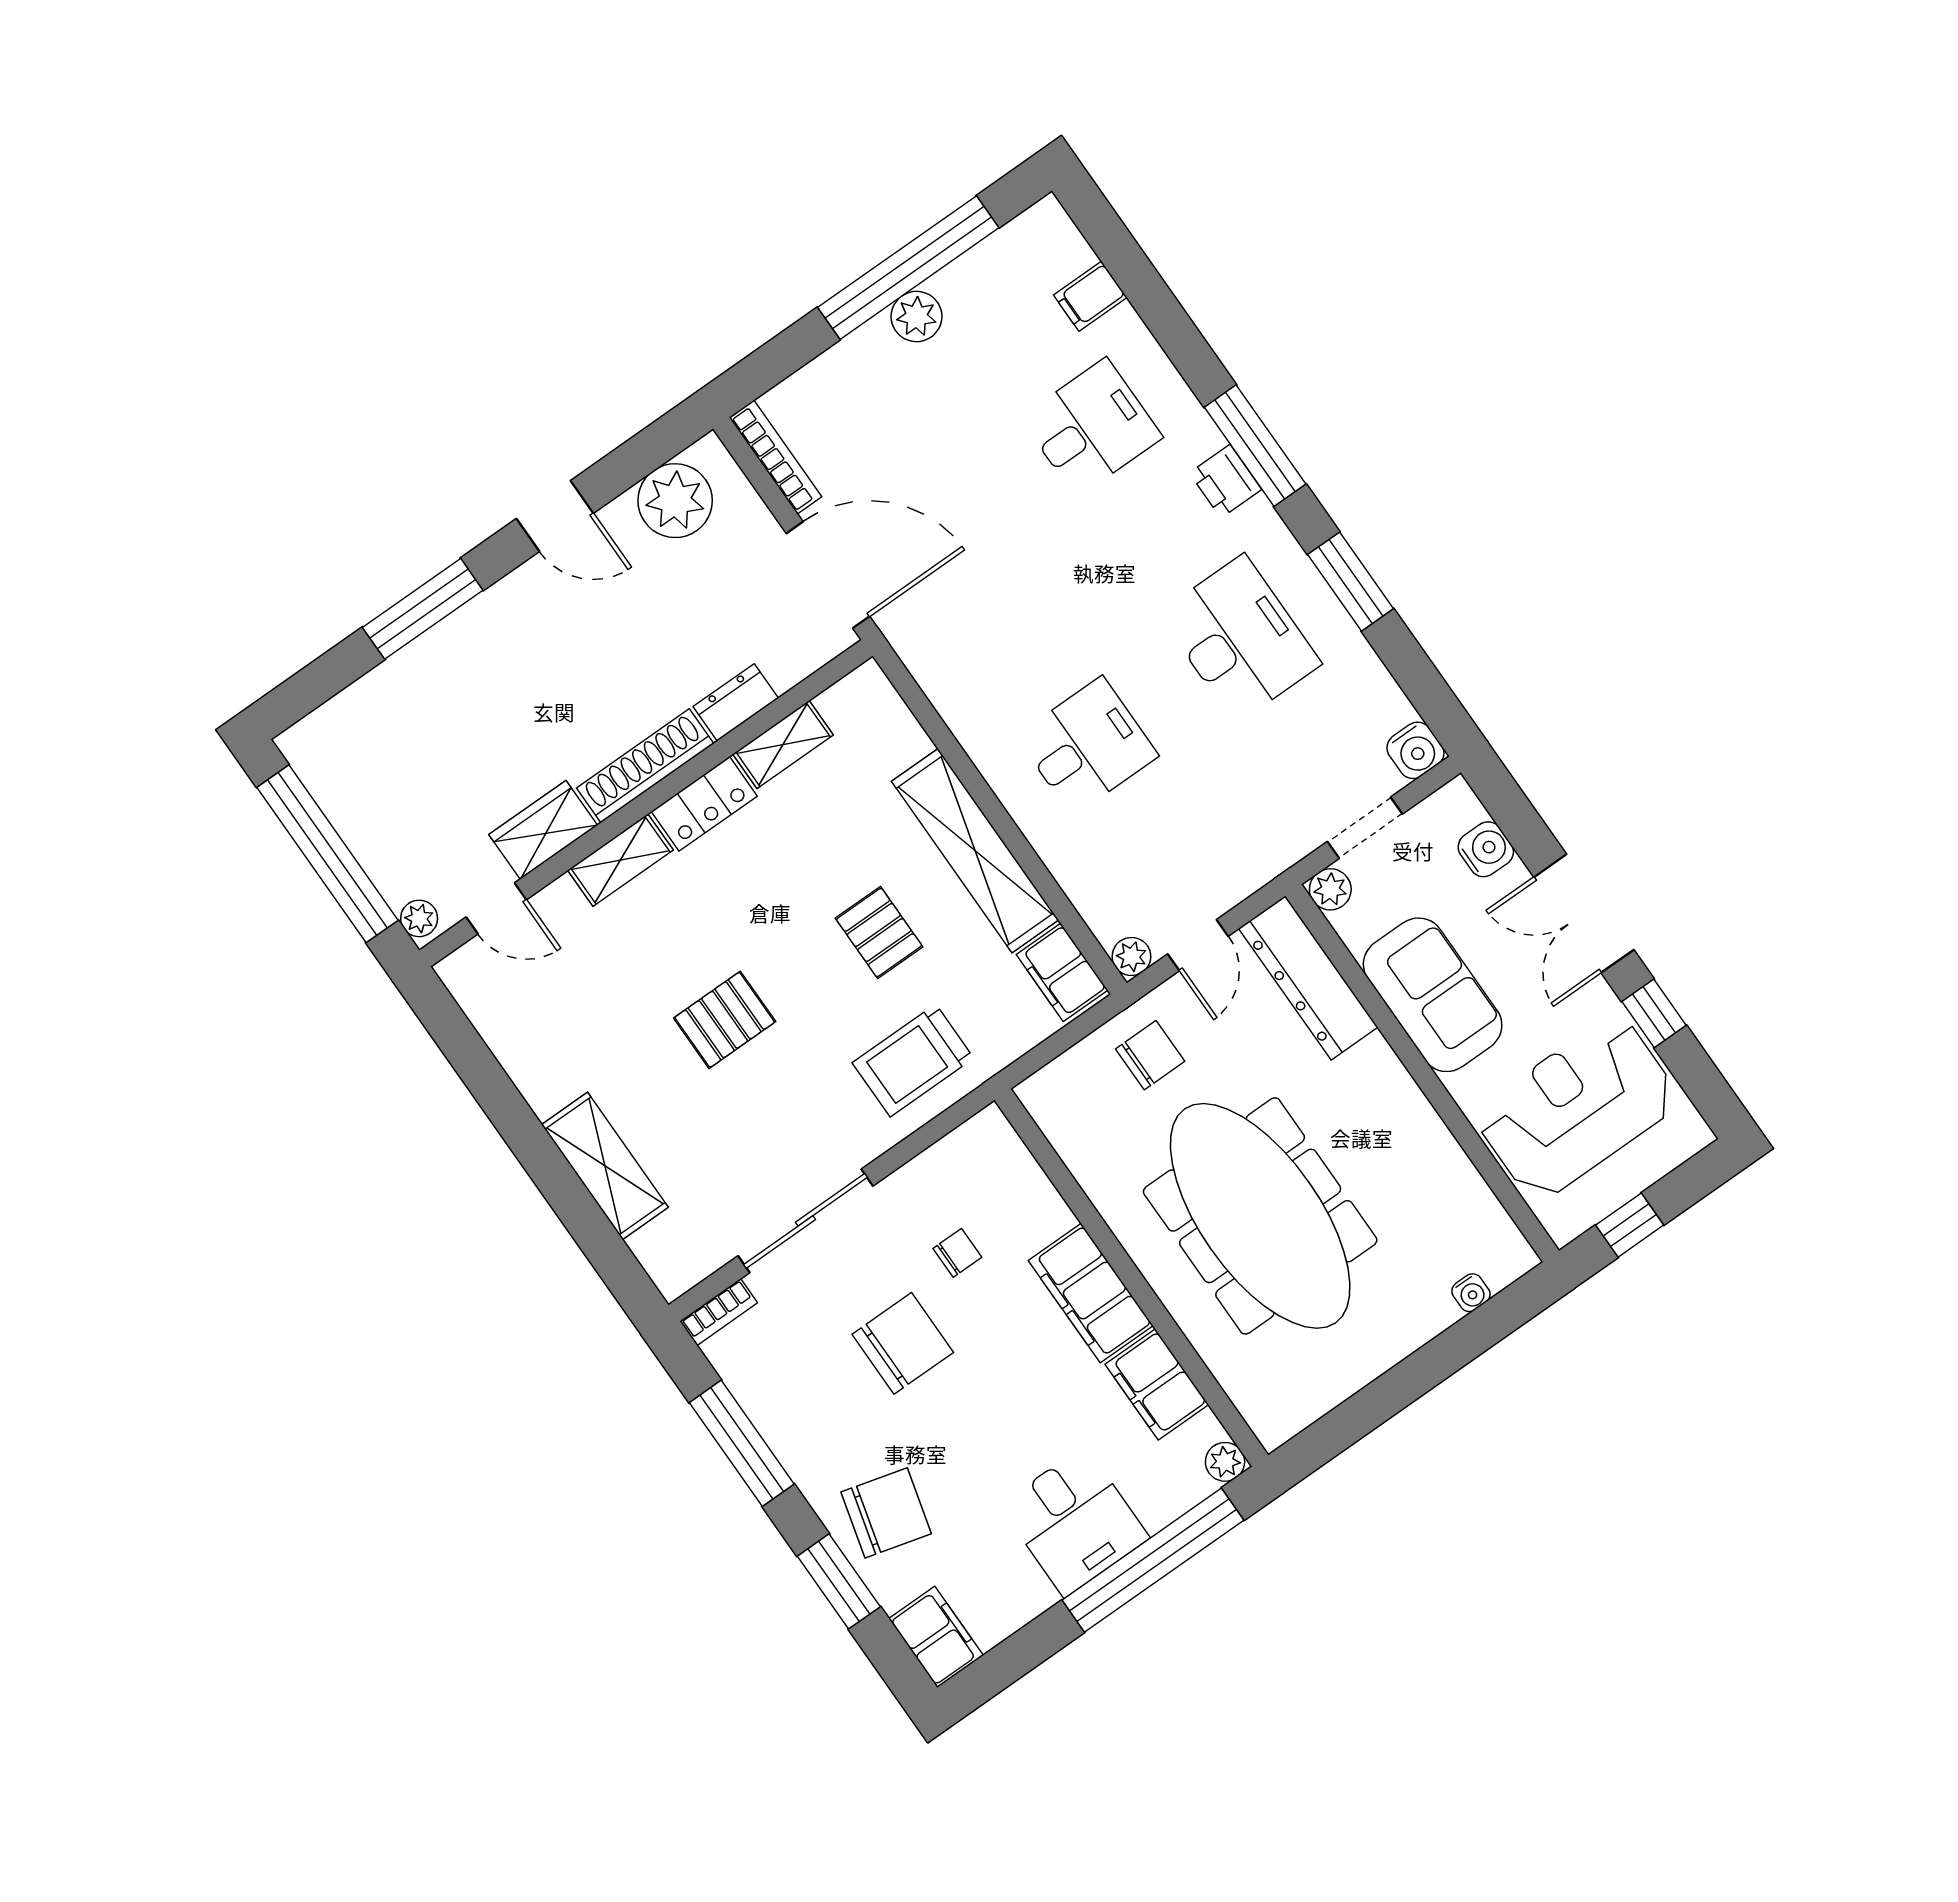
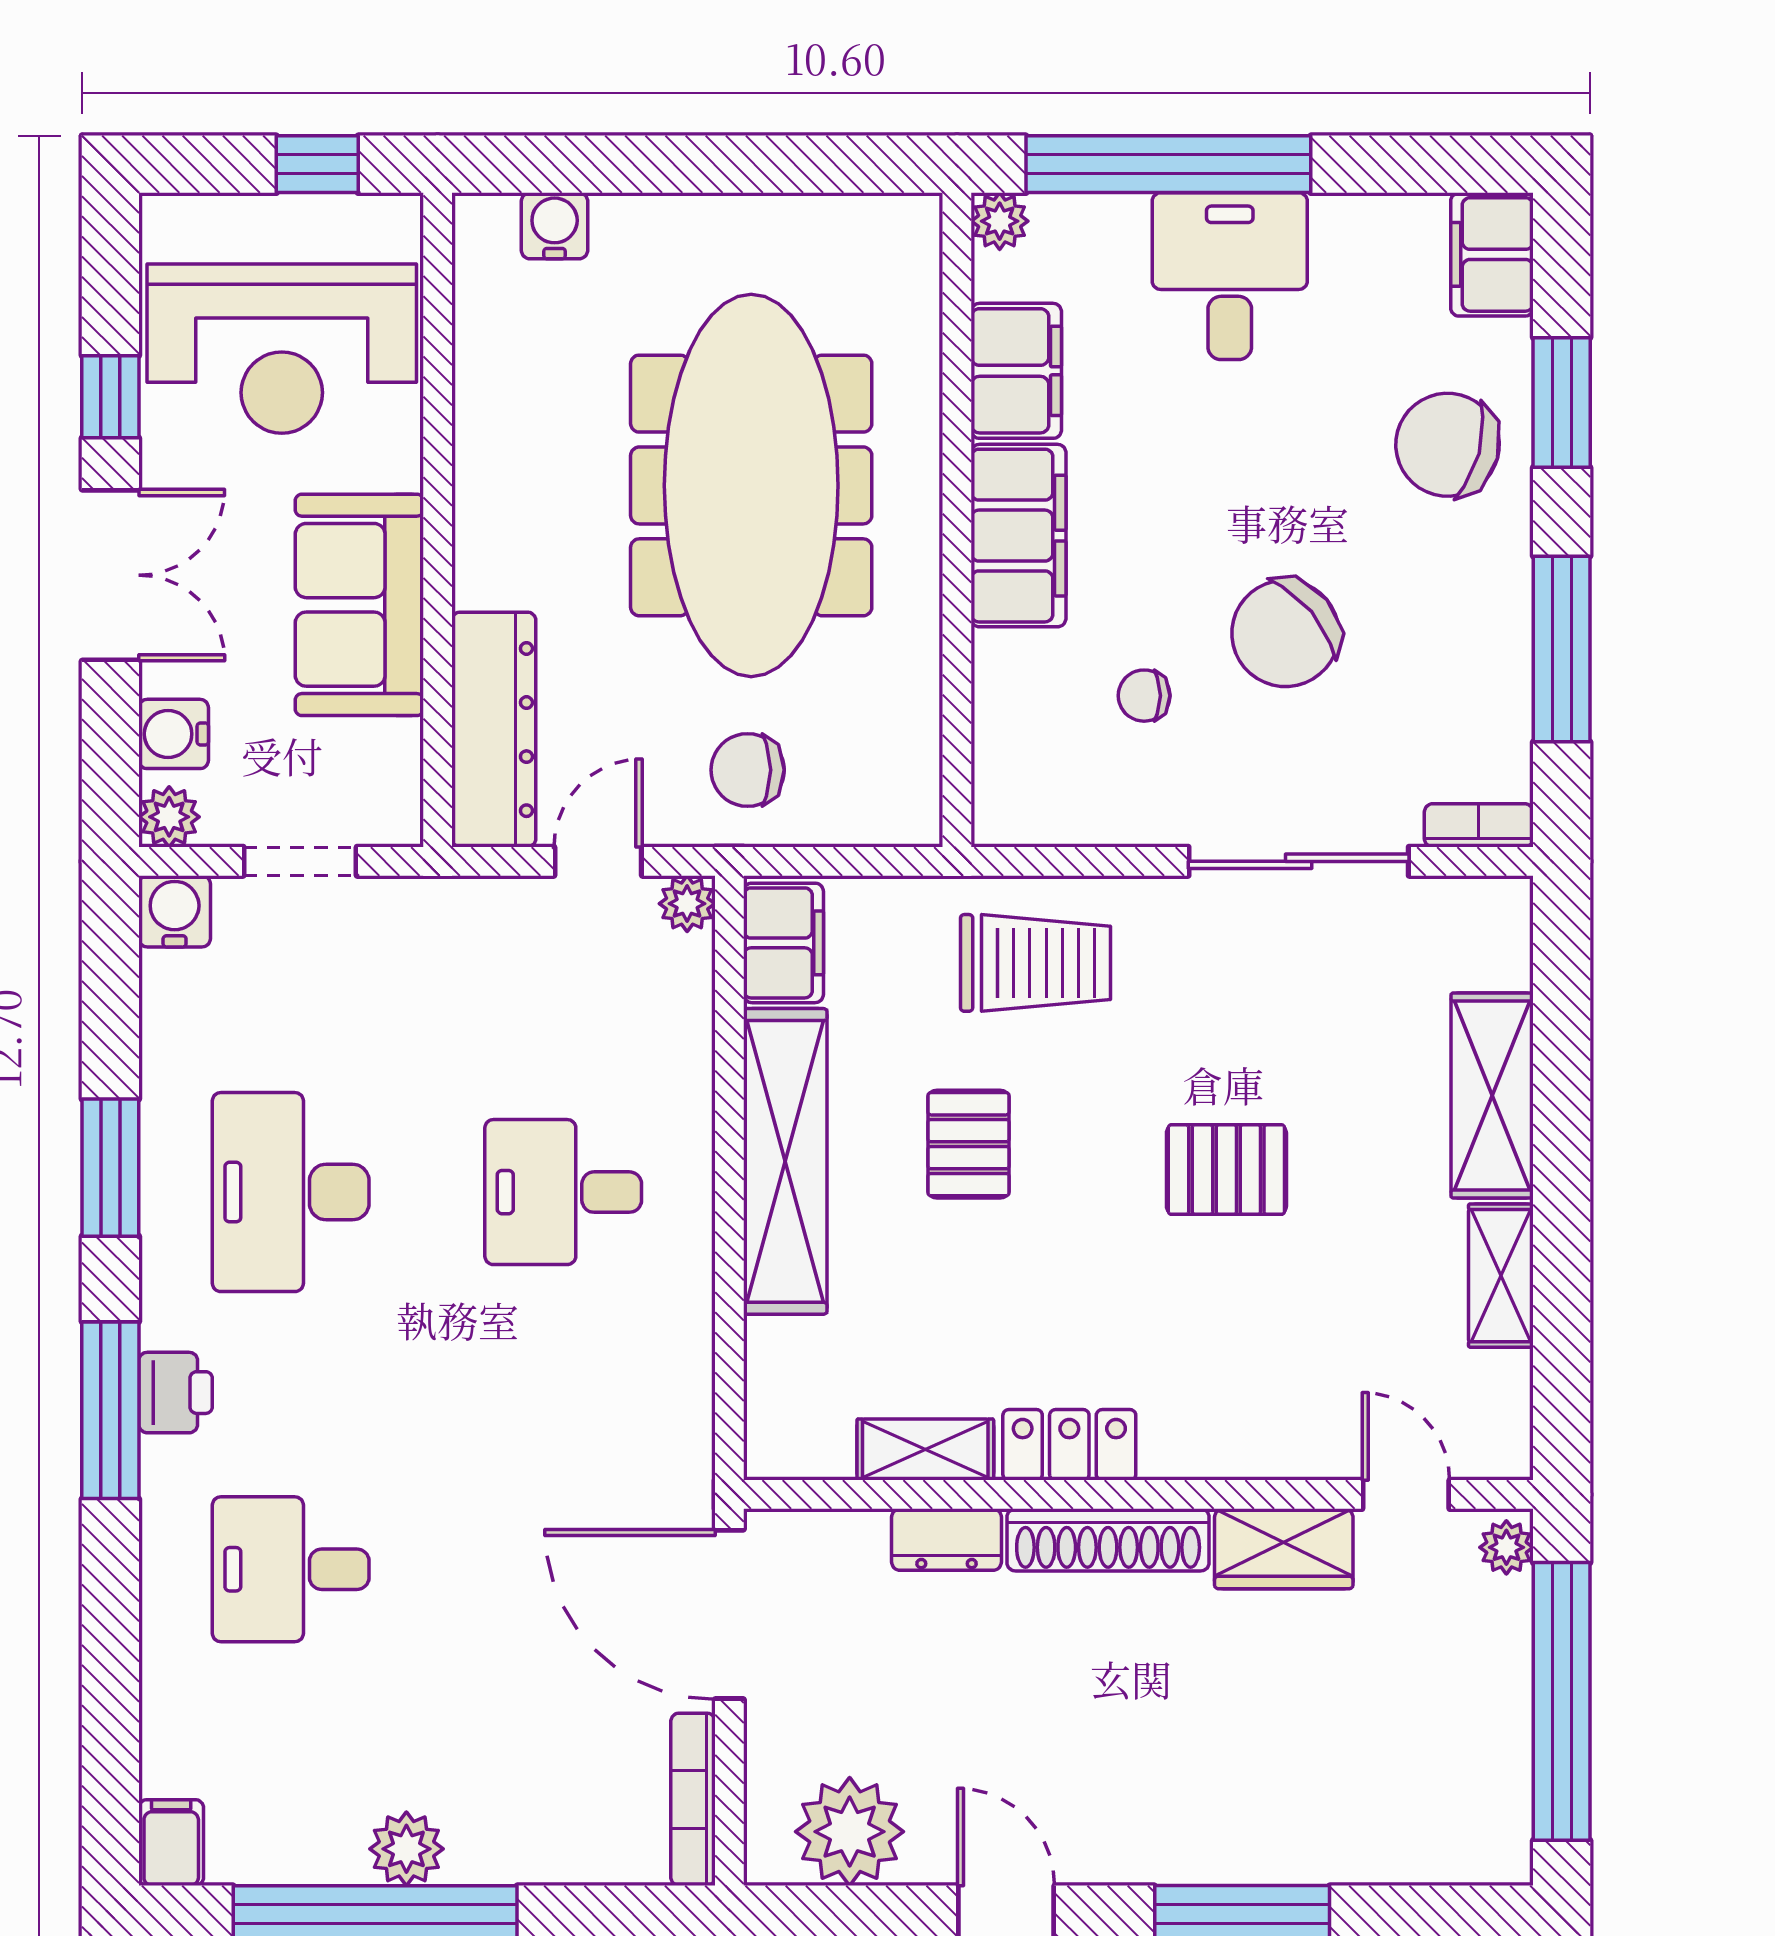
filing cabinet: (1090, 296) -> (171, 1843), moved, turned -90
shelving: (620, 860) -> (1501, 1276), moved, turned 90
plant: (1330, 889) -> (169, 817), moved
water cooler: (1471, 1293) -> (555, 226), width x1.38, depth x1.38
chair: (903, 1343) -> (1285, 633), turned -40

